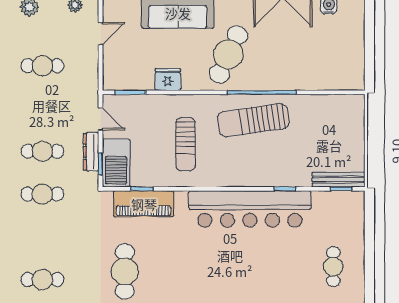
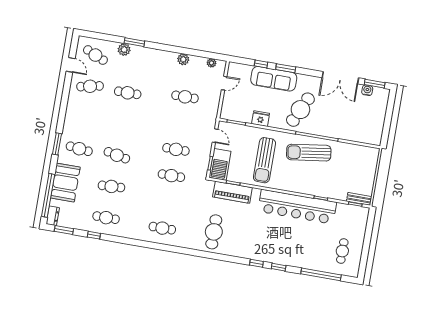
sun lounger: (185, 144) -> (265, 160), width x1.36, depth x1.34
dresser: (91, 152) -> (206, 155), removed
bench: (338, 180) -> (359, 199), width x0.73

